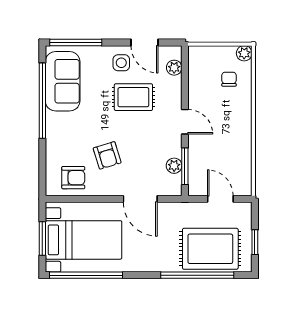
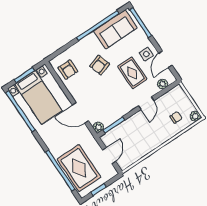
door: (185, 122) -> (146, 103), moved
armchair: (107, 155) -> (100, 65), moved
plant: (174, 166) -> (98, 127), moved
door: (140, 199) -> (80, 113), hinge flipped

